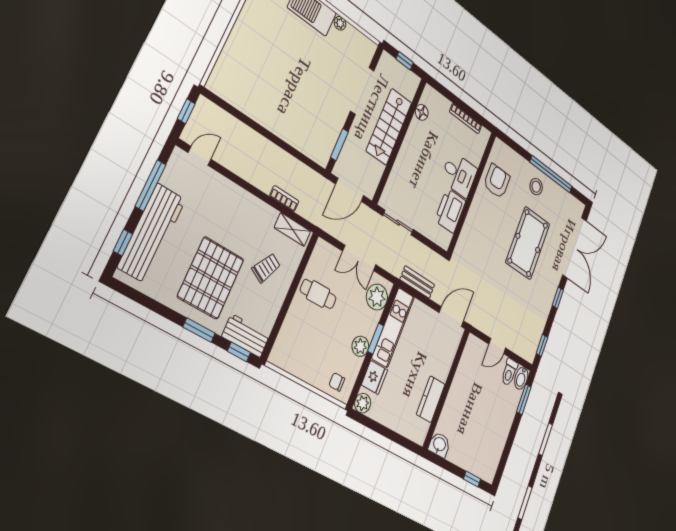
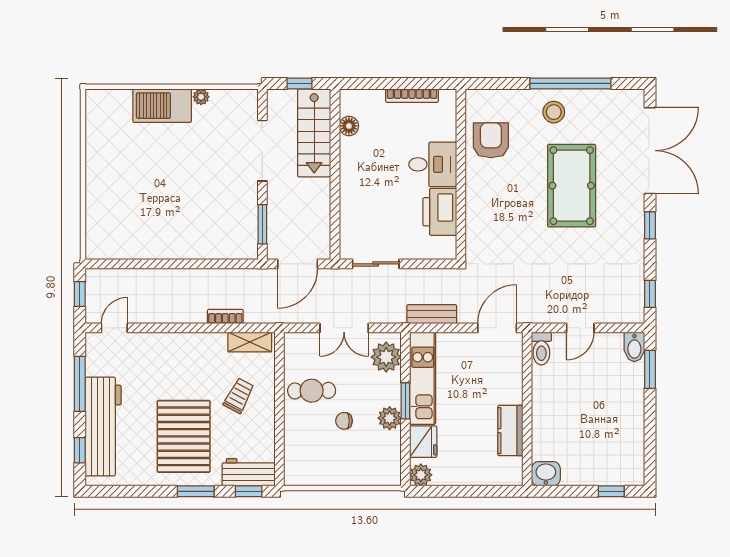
stairs: (389, 127) -> (314, 133), moved
toilet: (509, 372) -> (541, 349), moved
chair: (337, 382) -> (344, 421), moved

